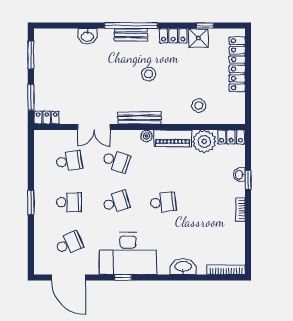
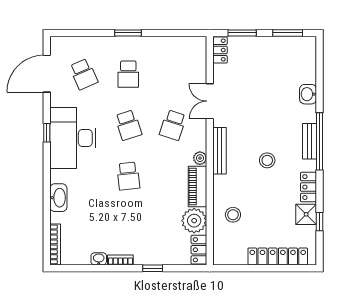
school desk: (69, 161) -> (173, 74), removed
washbasin: (239, 175) -> (99, 259), moved

